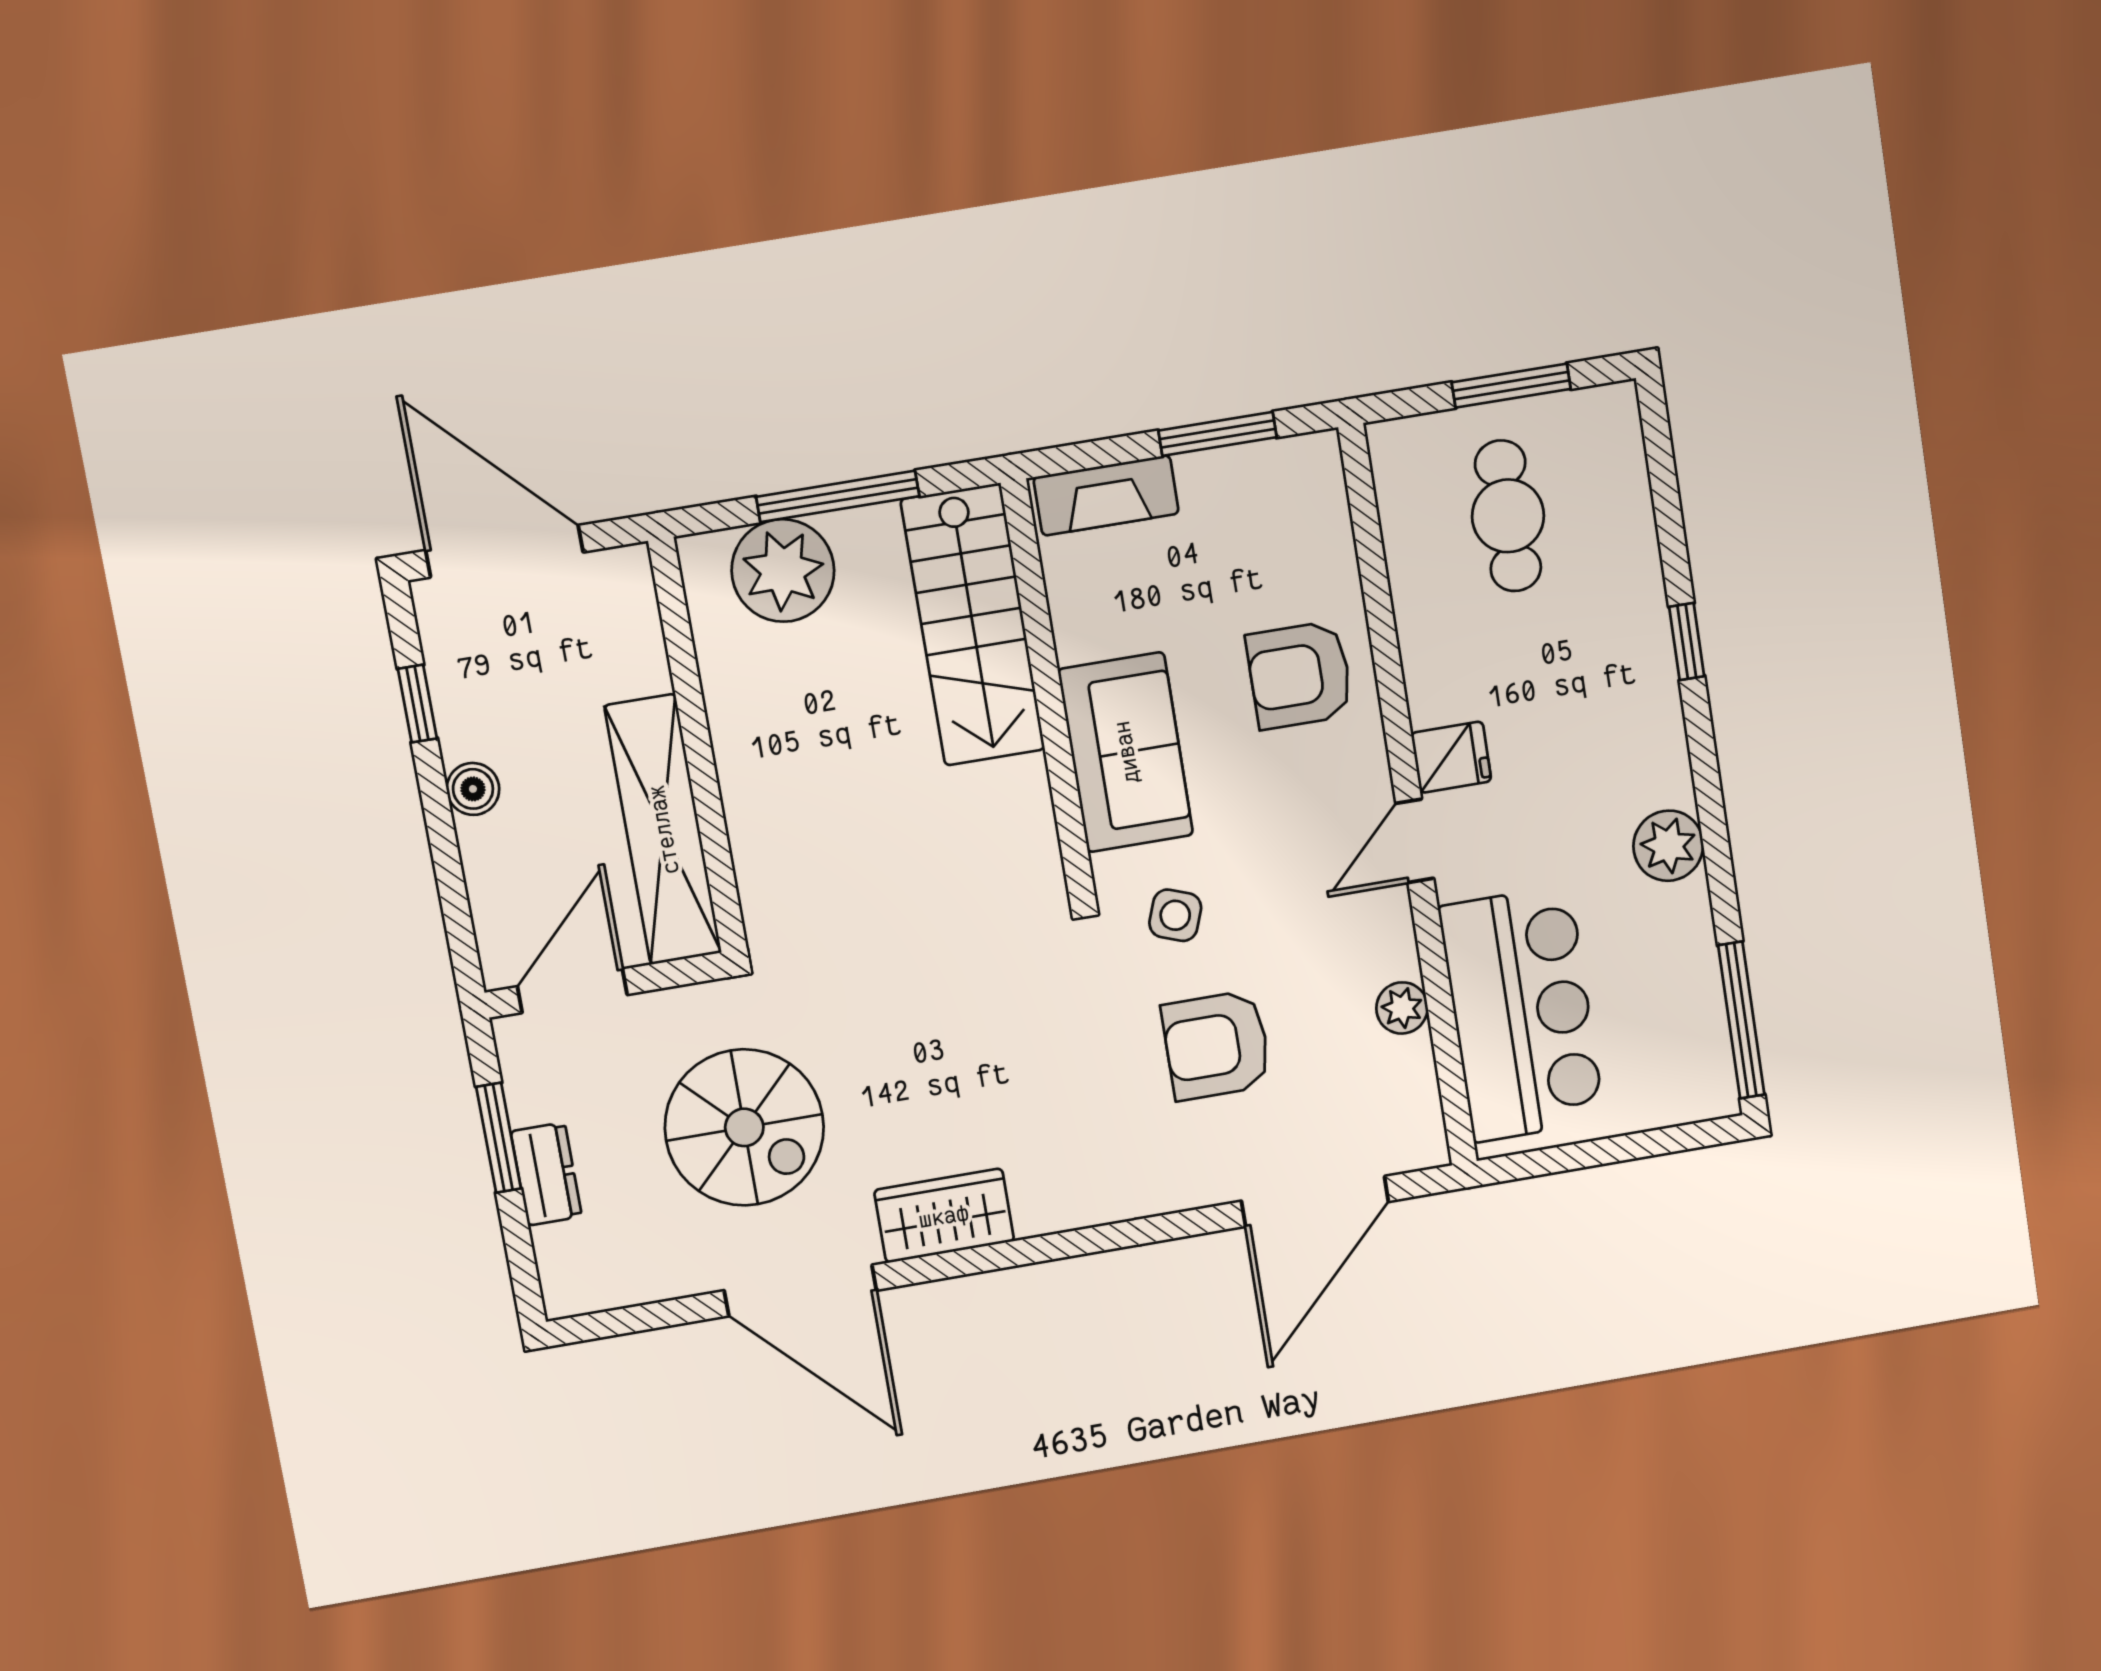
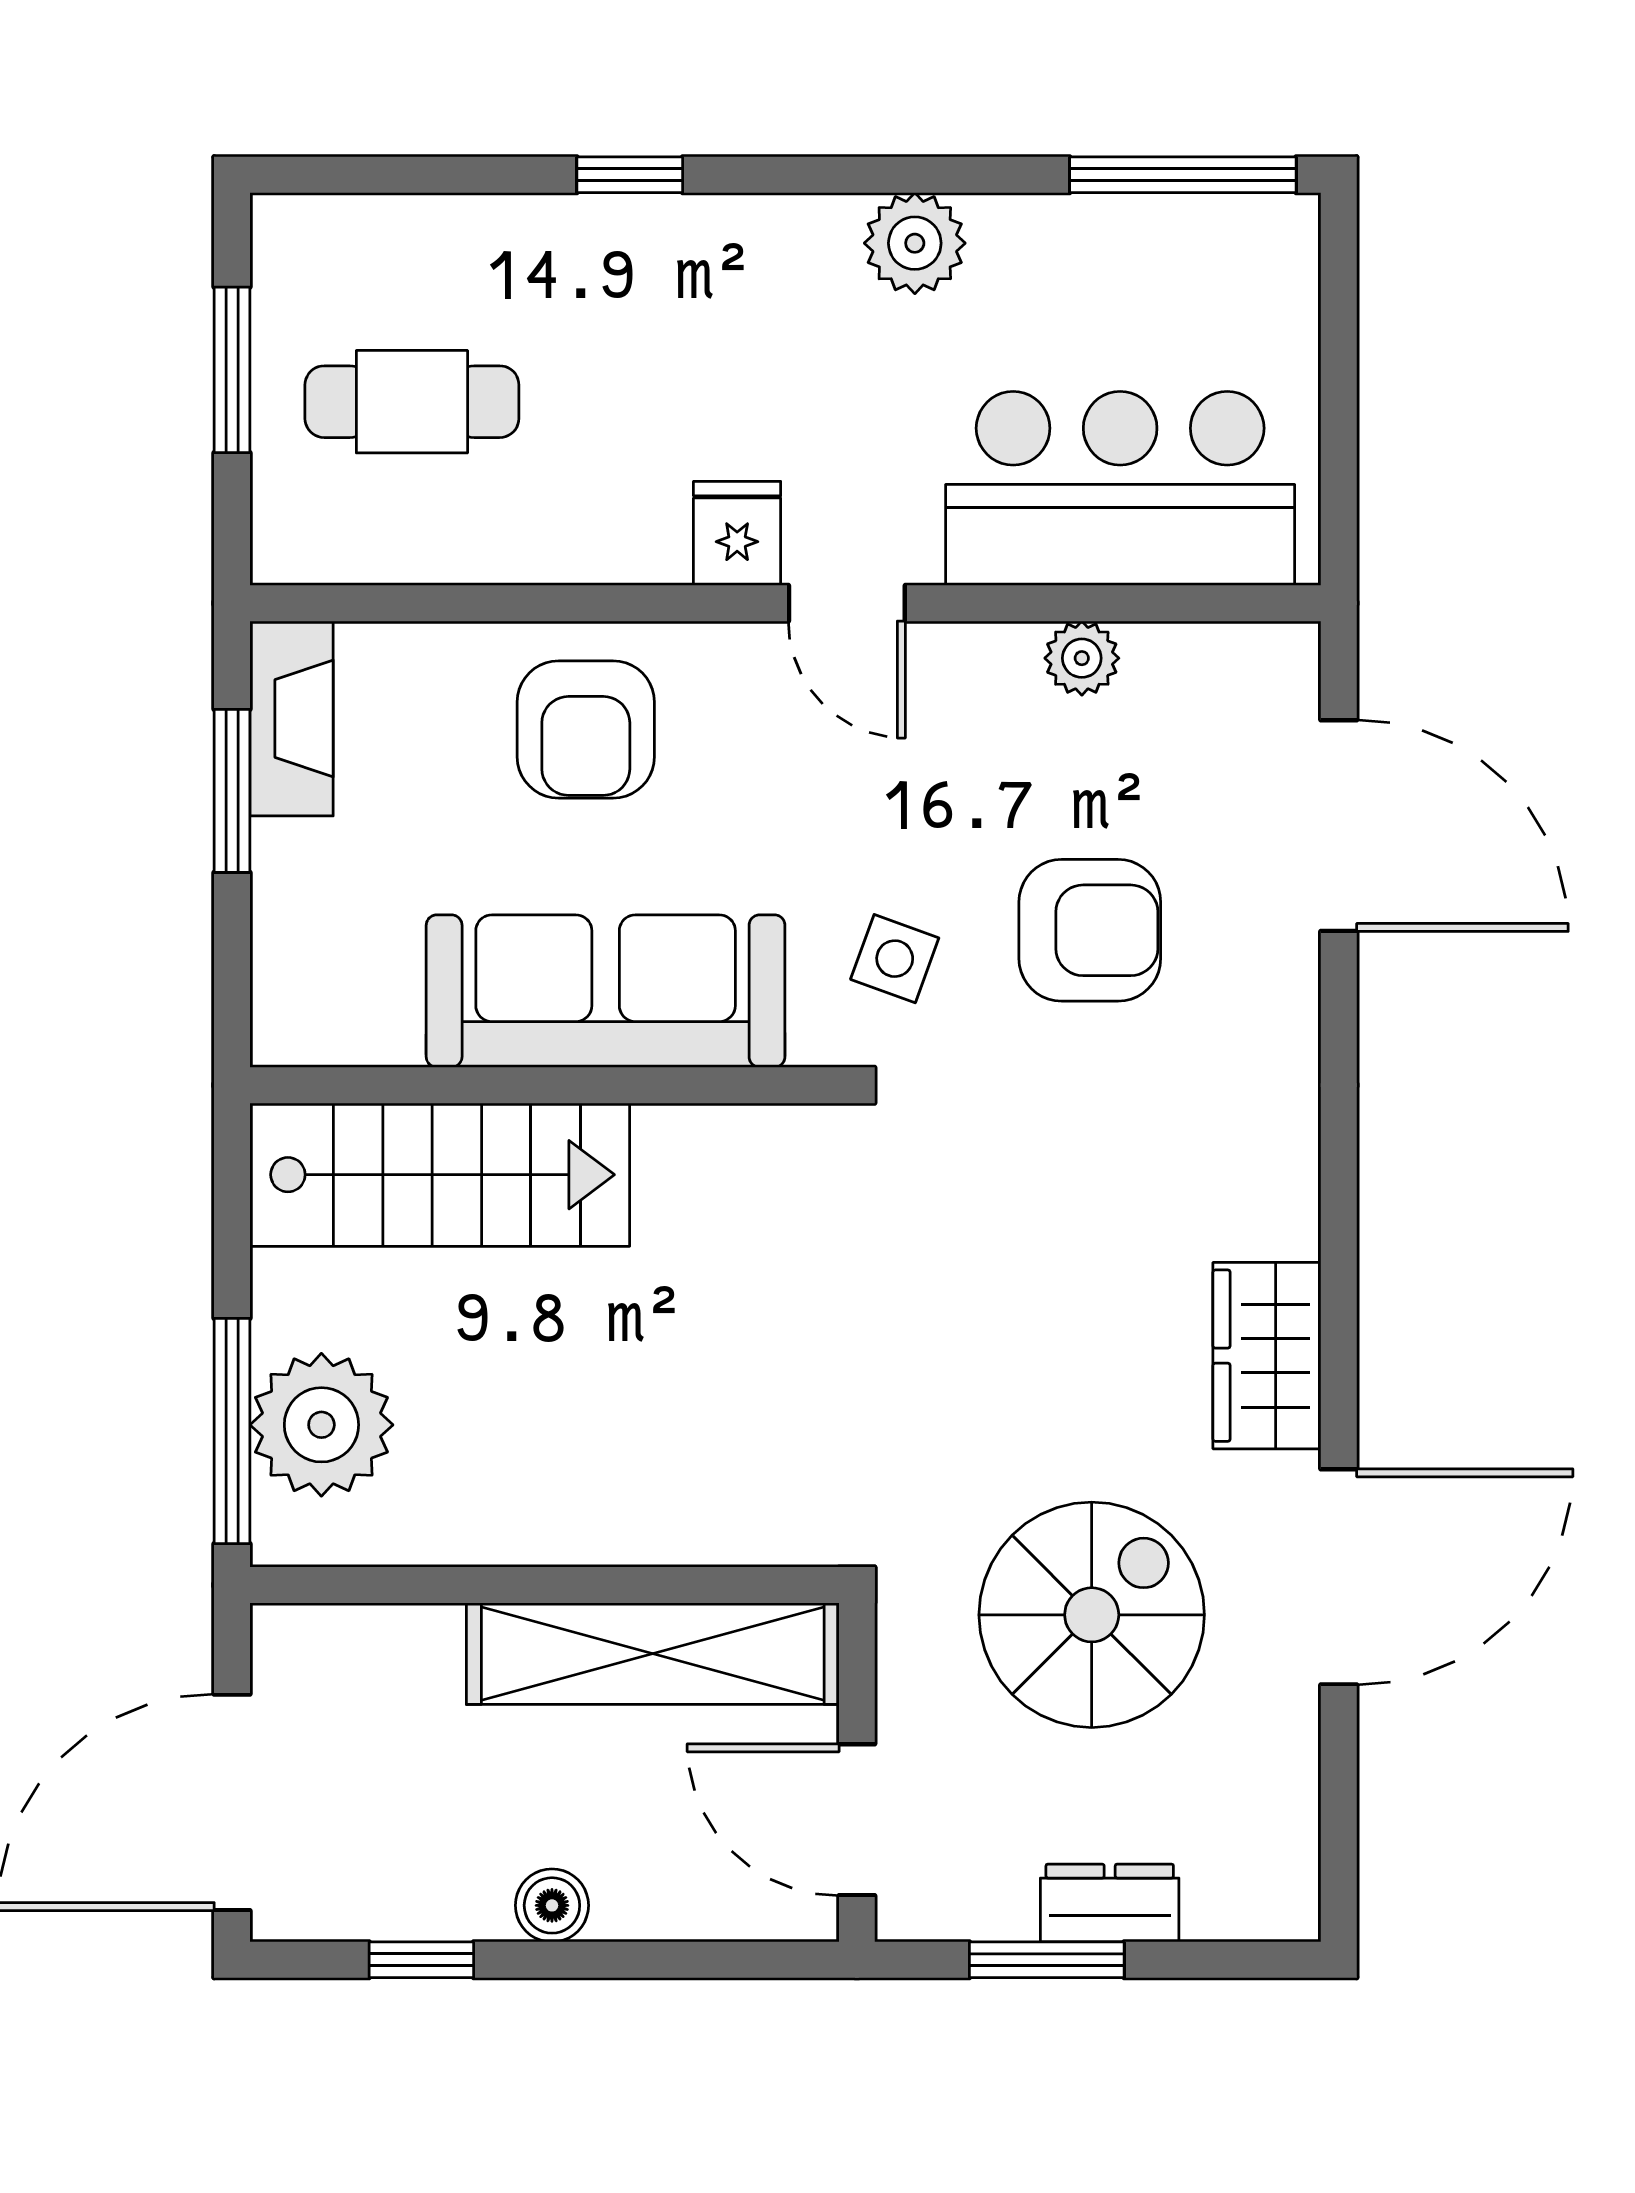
fireplace: (1106, 495) -> (292, 718), moved
window: (838, 496) -> (232, 1431), moved
sofa: (1126, 752) -> (606, 991), width x1.36
armchair: (1216, 1045) -> (1090, 930), turned -90

